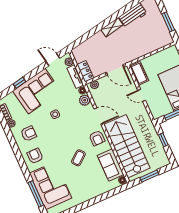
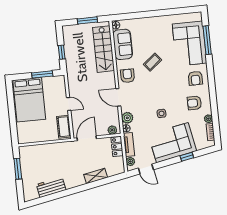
shelving: (112, 27) -> (96, 176), moved
door: (115, 70) -> (87, 138), hinge flipped
stairs: (127, 146) -> (104, 49), width x0.73, depth x0.66

